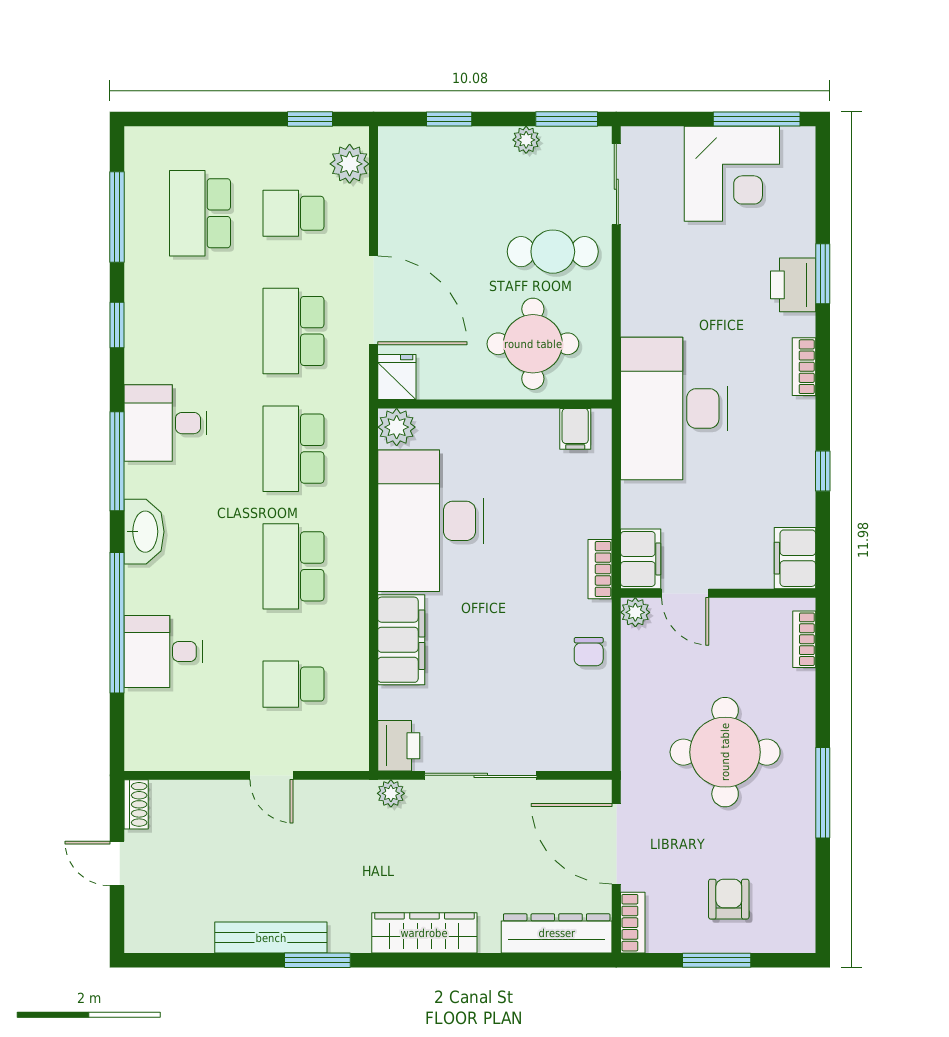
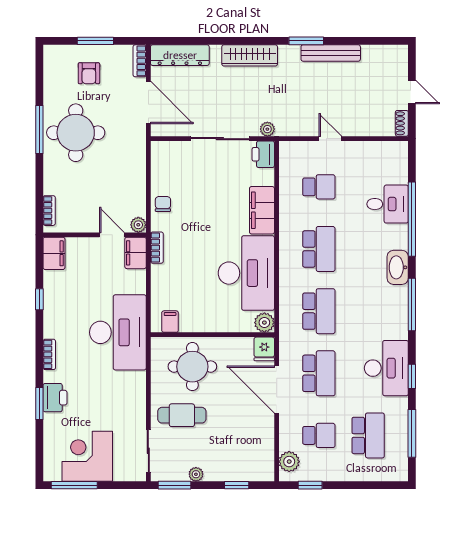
desk: (166, 423) -> (386, 368), moved, width x1.37
round table: (725, 752) -> (76, 133), moved

